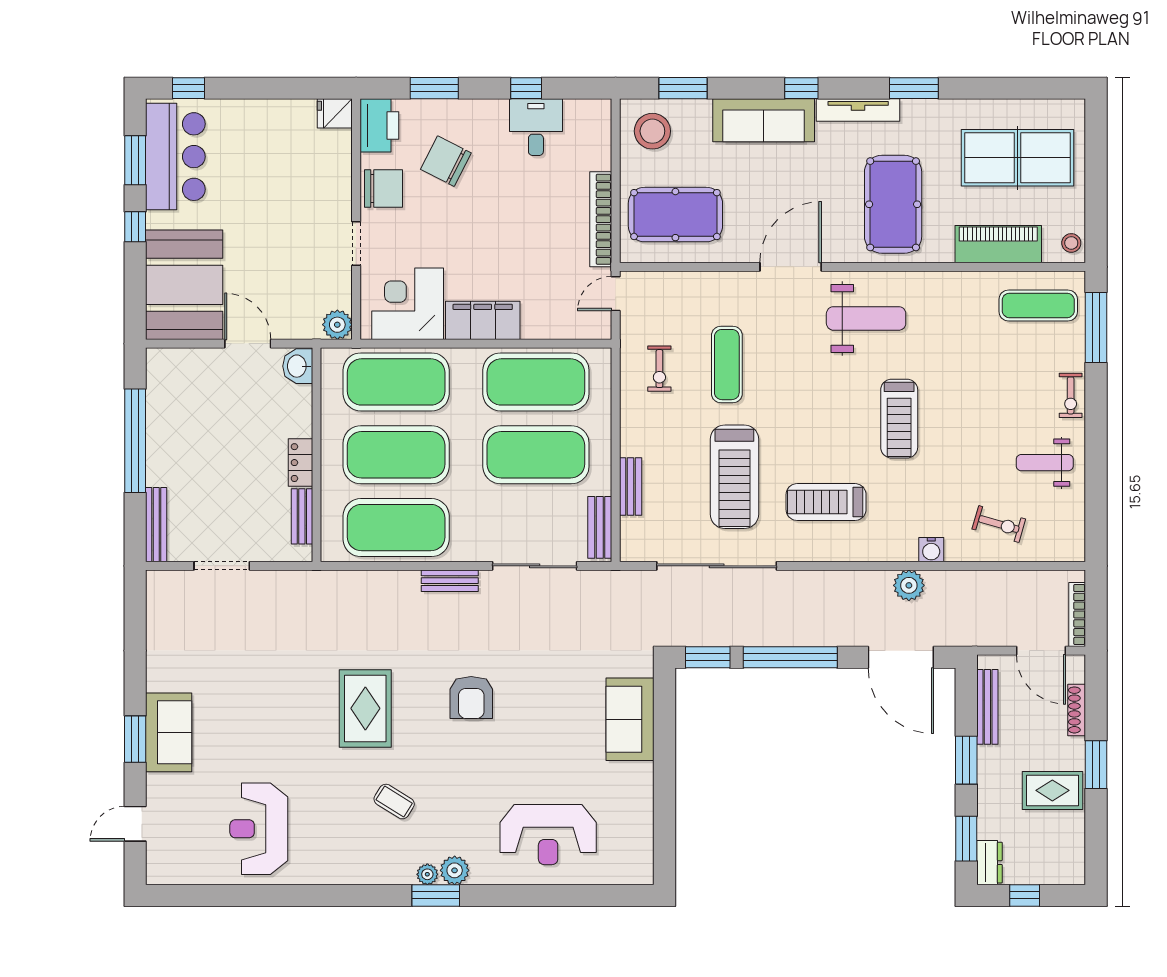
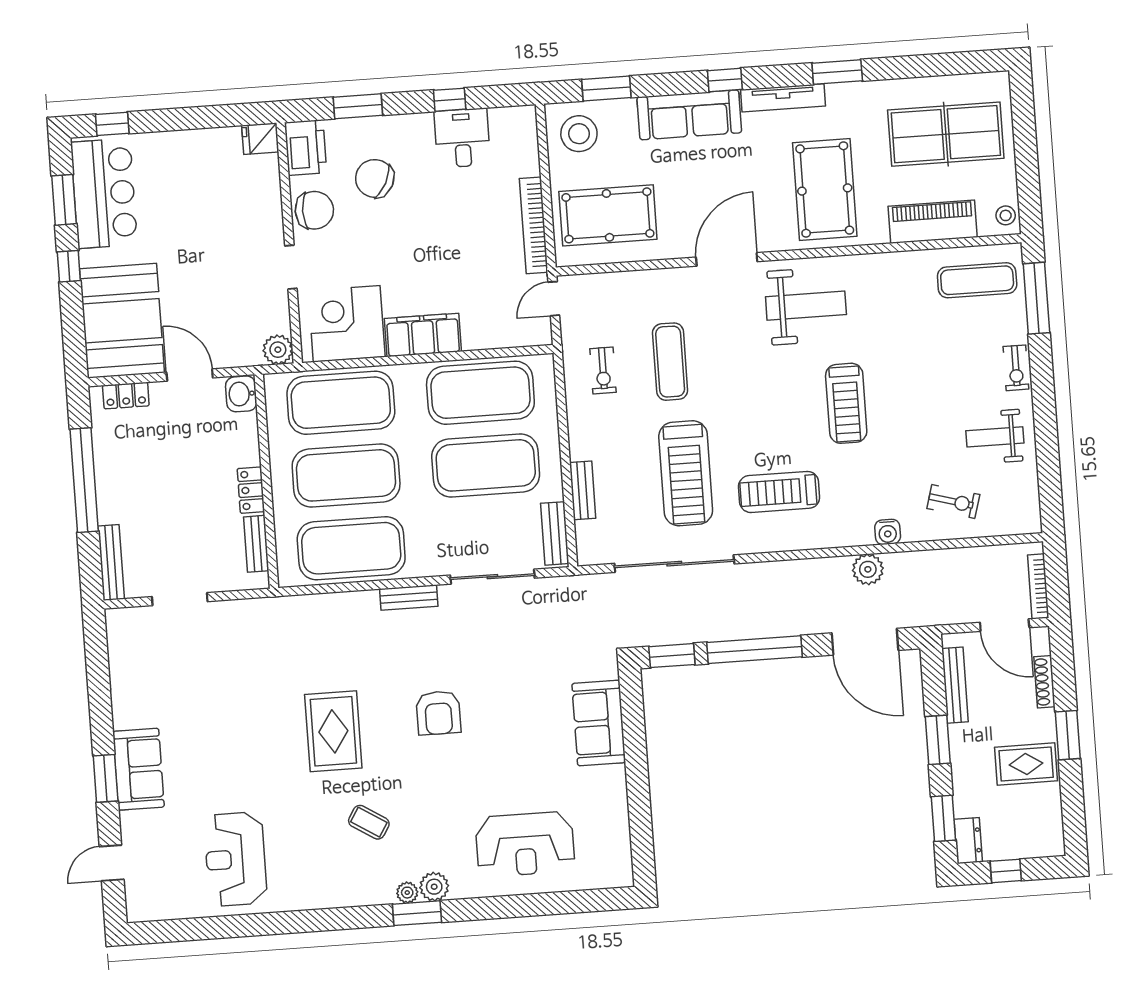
locker: (183, 360) -> (126, 396), added

